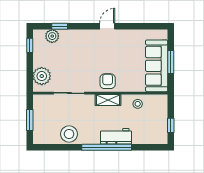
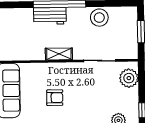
armchair: (108, 81) -> (55, 98), moved, turned -90
stool: (138, 104) -> (28, 50), removed

